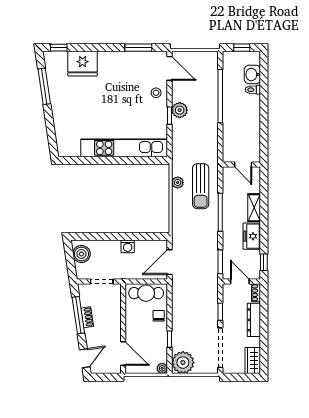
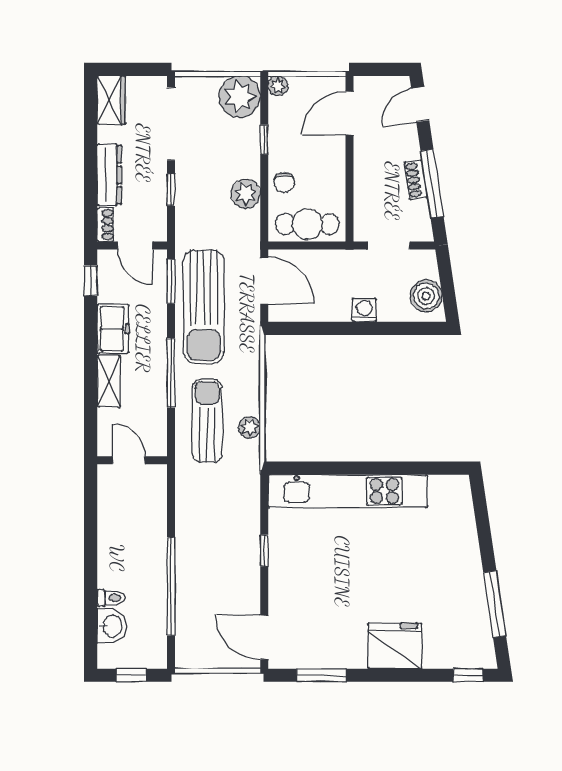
fridge: (83, 64) -> (395, 646), moved
stool: (156, 93) -> (289, 592), removed
plant: (180, 110) -> (246, 194), moved
washing machine: (128, 246) -> (364, 310), moved
sun lounger: (202, 248) -> (204, 307), added
door: (170, 262) -> (264, 281), hinge flipped
door: (123, 353) -> (350, 113), hinge flipped

